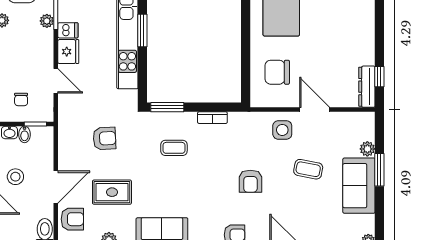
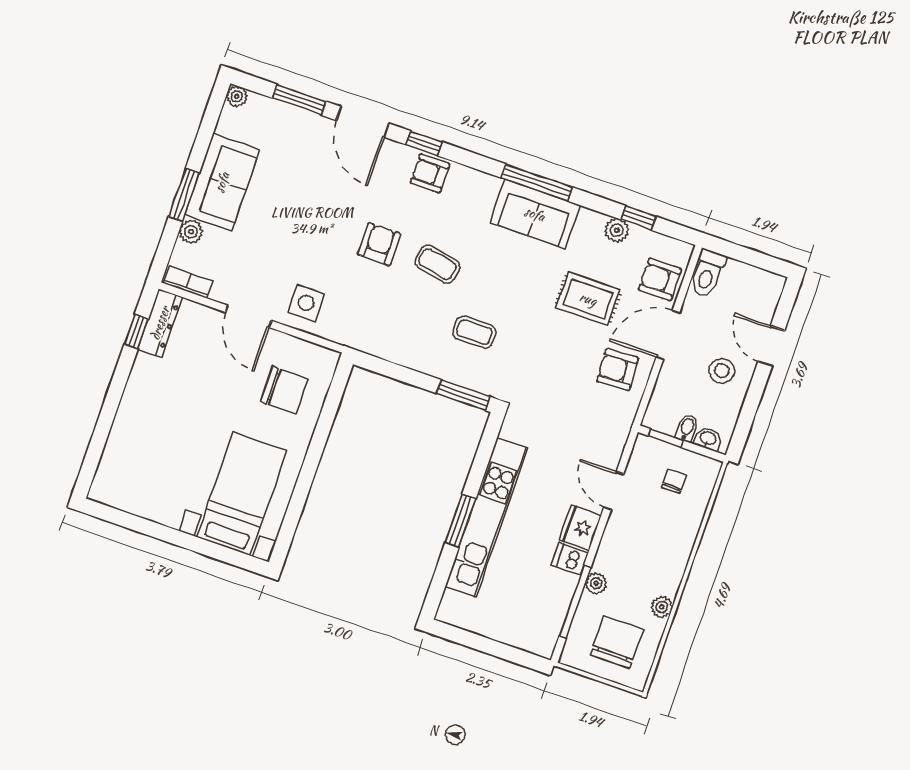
bookcase: (212, 118) -> (188, 282), moved
armchair: (104, 138) -> (618, 370), moved
coffee table: (308, 169) -> (437, 264), moved

